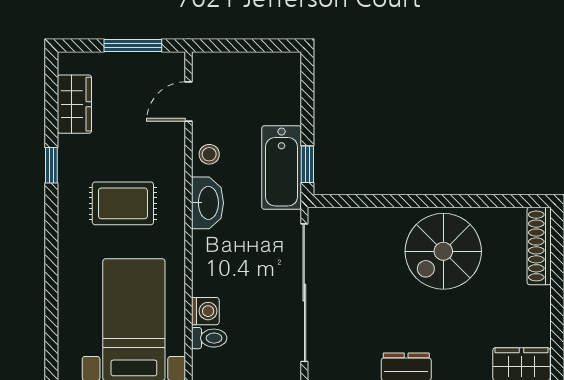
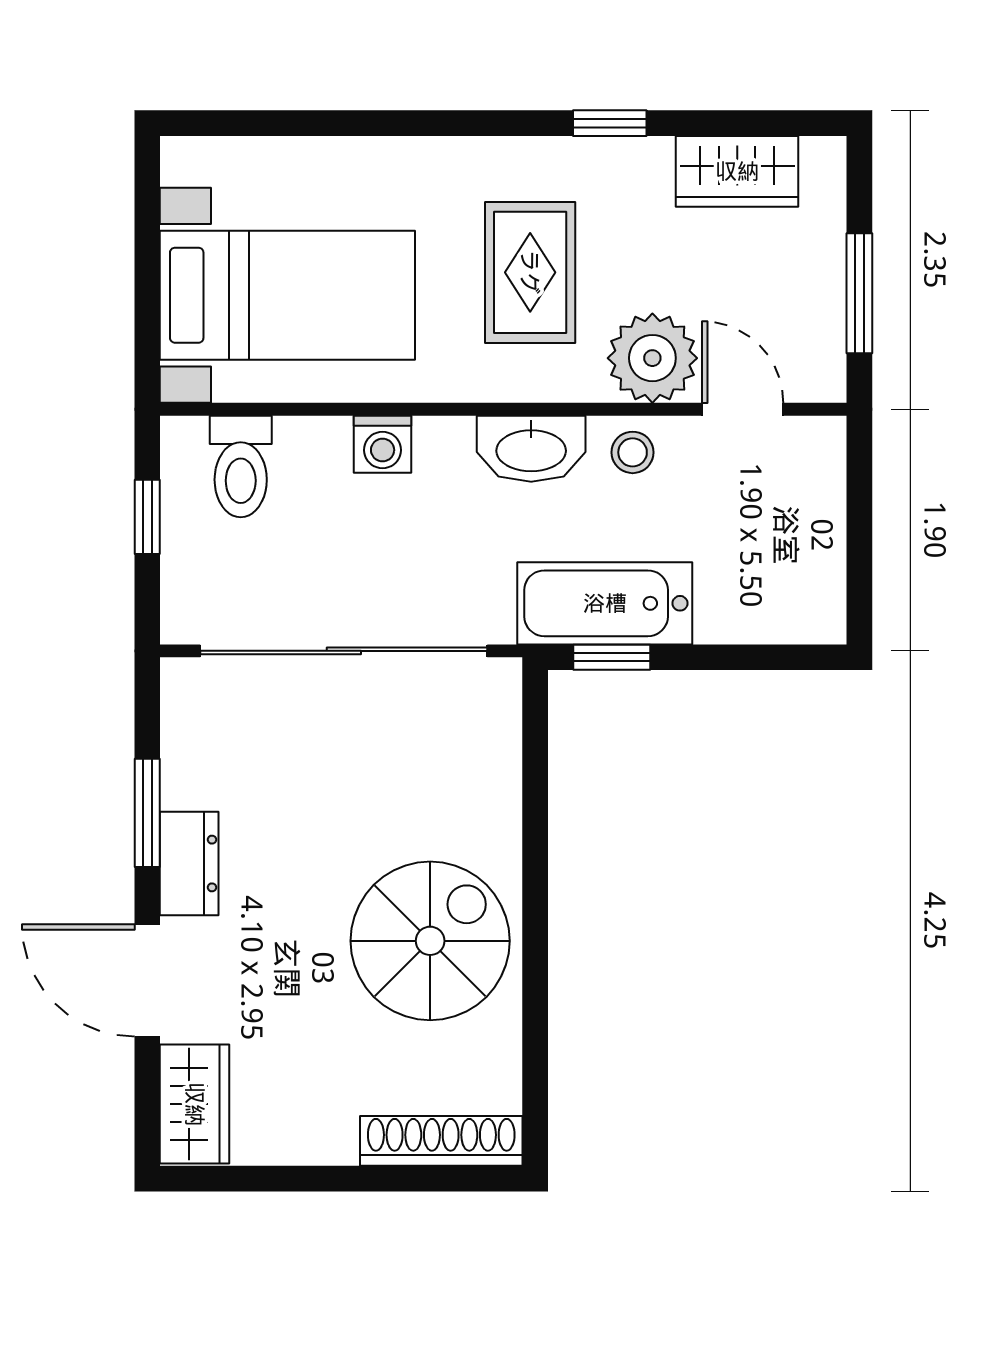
plant: (164, 145) -> (652, 358), added
spiral stairs: (443, 251) -> (430, 941), turned 90
washing machine: (205, 311) -> (383, 444), moved
toilet: (209, 338) -> (241, 466), width x1.37, depth x1.39

